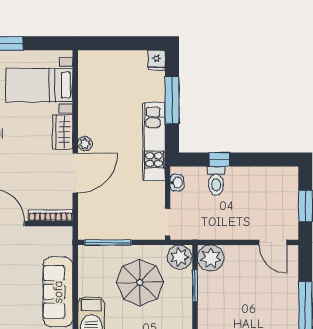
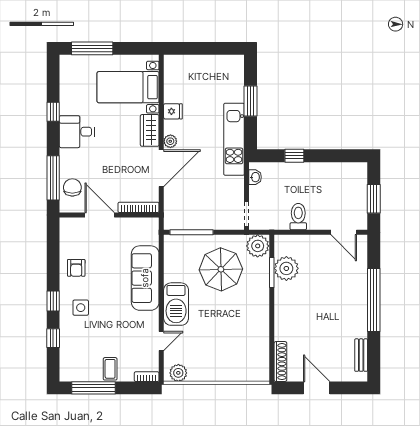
fridge: (157, 60) -> (173, 111), moved, turned -90
window: (172, 100) -> (251, 101), width x0.69
toilet: (216, 181) -> (298, 217), moved, turned 180
plant: (211, 258) -> (286, 268), moved

